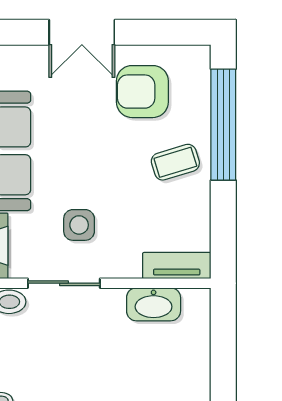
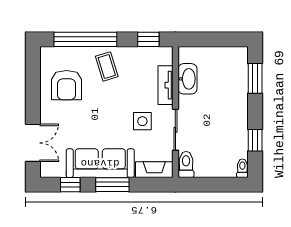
double door: (82, 32) -> (33, 143), moved
window: (223, 236) -> (148, 39), added
tv unit: (177, 266) -> (165, 85), moved

